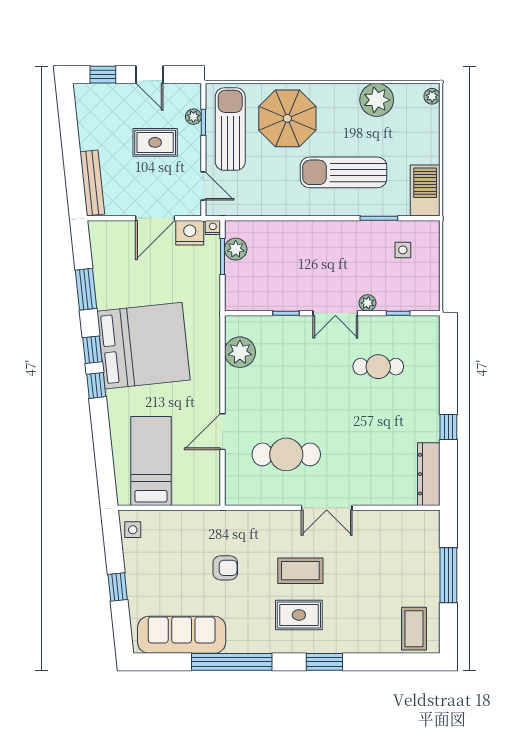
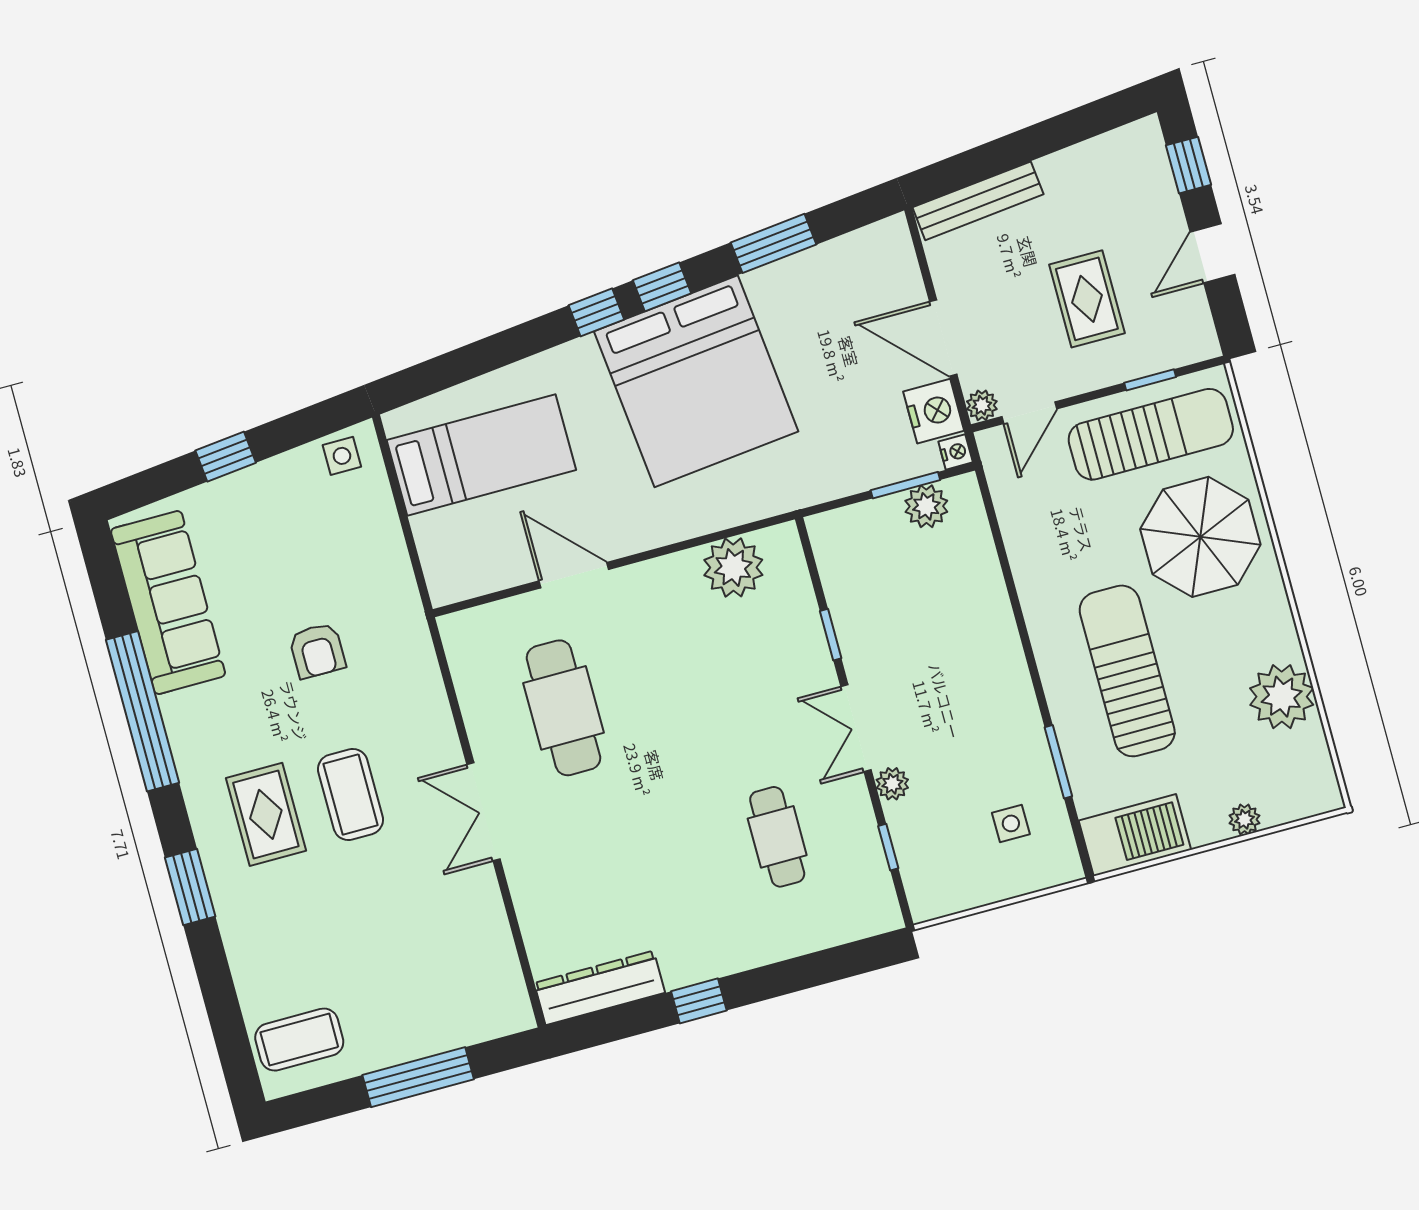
plant: (432, 96) -> (1244, 819), moved
plant: (193, 117) -> (982, 405), moved

